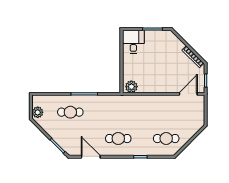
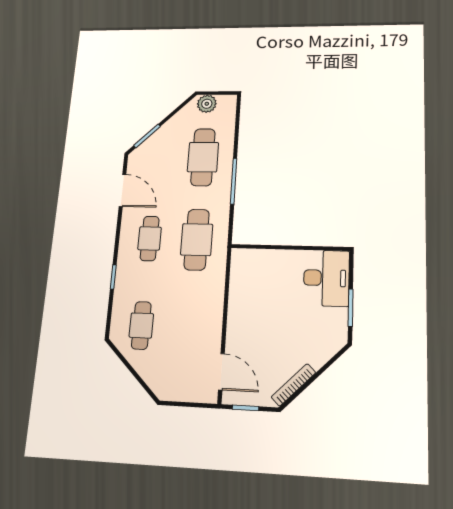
desk: (133, 42) -> (326, 278), width x1.37
plant: (131, 87) -> (242, 264), removed
cafe table: (70, 112) -> (203, 157), width x1.37, depth x1.35
cafe table: (118, 112) -> (197, 240), added
door: (91, 157) -> (122, 190), hinge flipped

